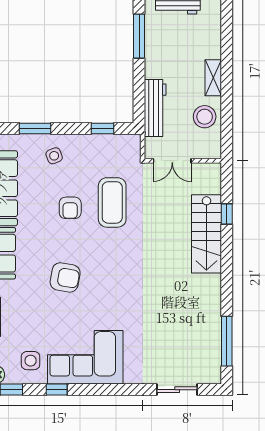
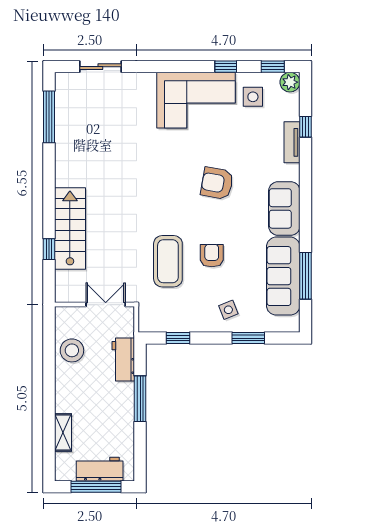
window: (139, 36) -> (140, 399), moved
shelving: (213, 78) -> (63, 432), moved
workbench: (155, 108) -> (123, 359), width x0.73

